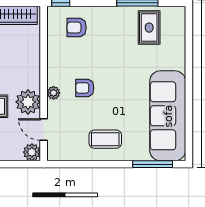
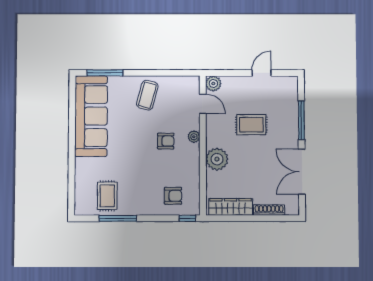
plant: (28, 102) -> (217, 159), moved
coffee table: (105, 139) -> (147, 95), turned -75

